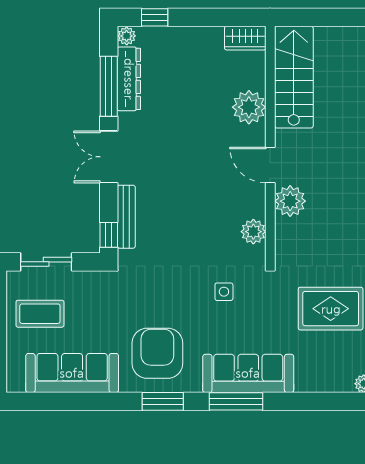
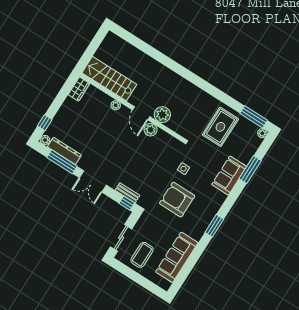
plant: (249, 107) -> (116, 105), width x0.53, depth x0.53
door: (270, 165) -> (141, 113), hinge flipped
bench: (126, 217) -> (127, 193), width x0.73
plant: (253, 232) -> (151, 130), moved
armchair: (157, 353) -> (177, 200), moved
sofa: (248, 373) -> (229, 176), width x0.73
window: (236, 401) -> (250, 170), moved

